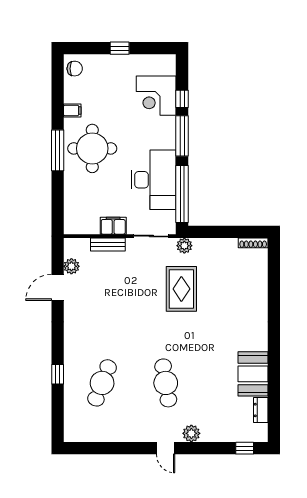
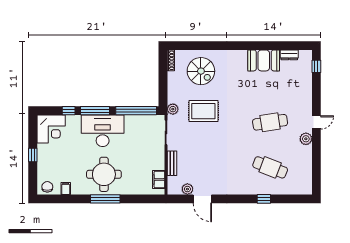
corner desk: (156, 96) -> (51, 129), moved
filing cabinet: (72, 110) -> (66, 188), moved
desk: (154, 180) -> (103, 131), moved
filing cabinet: (113, 226) -> (159, 179), moved
spiral stairs: (238, 285) -> (201, 71), added
plant: (191, 433) -> (306, 139), moved

